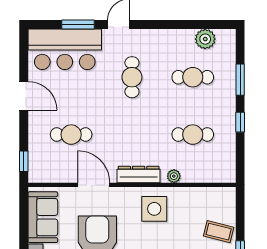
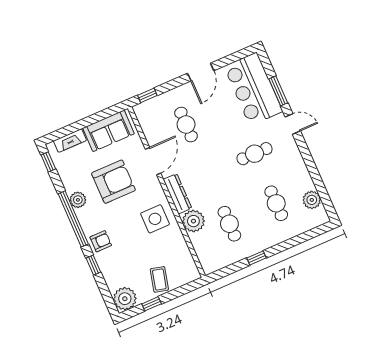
window: (240, 80) -> (291, 243), removed
plant: (174, 176) -> (193, 221), width x1.88, depth x1.88

